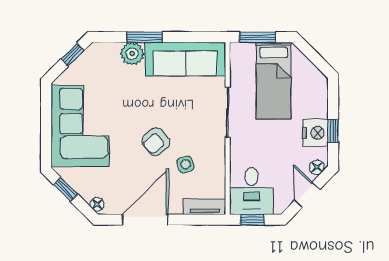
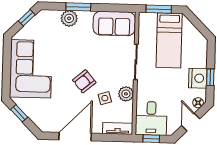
sofa: (185, 59) -> (114, 23), width x0.73
plant: (215, 158) -> (126, 94), added
floor lamp: (97, 204) -> (41, 125), removed

